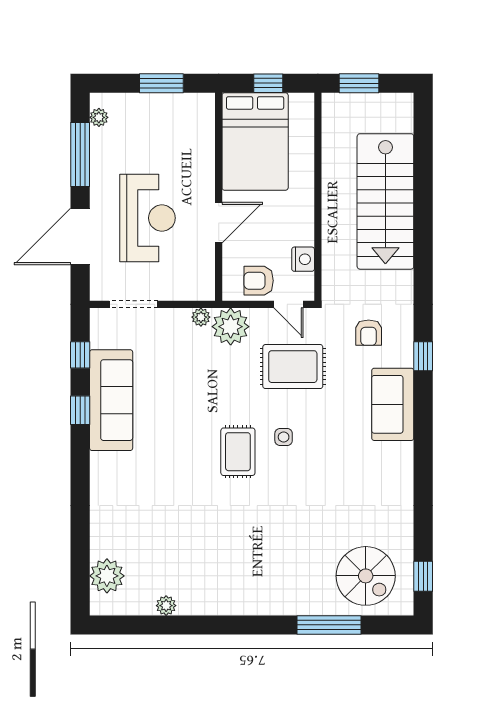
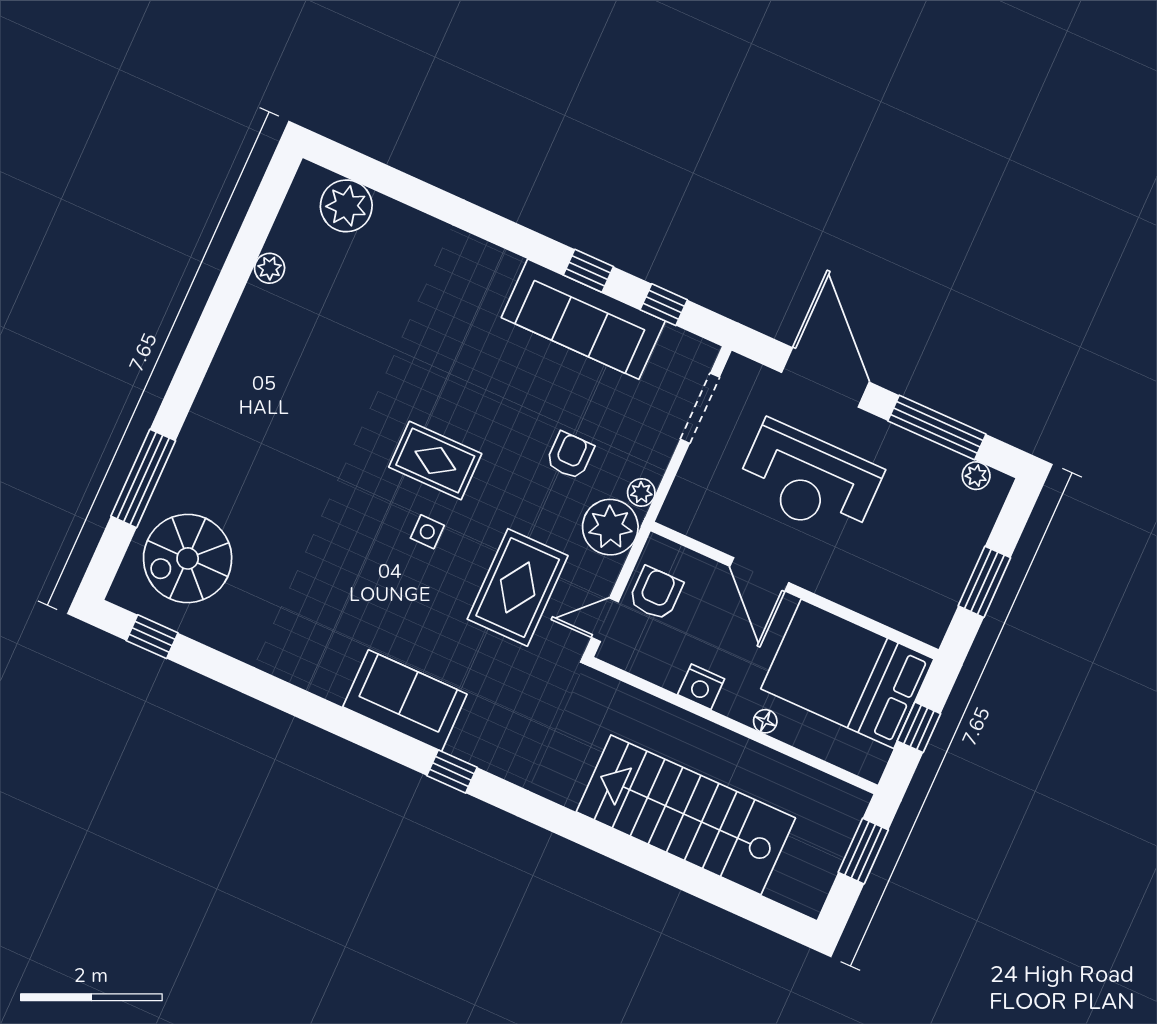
floor lamp: (307, 179) -> (765, 721), added
nightstand: (303, 259) -> (701, 687), moved
armchair: (369, 333) -> (570, 455), moved, turned 90

